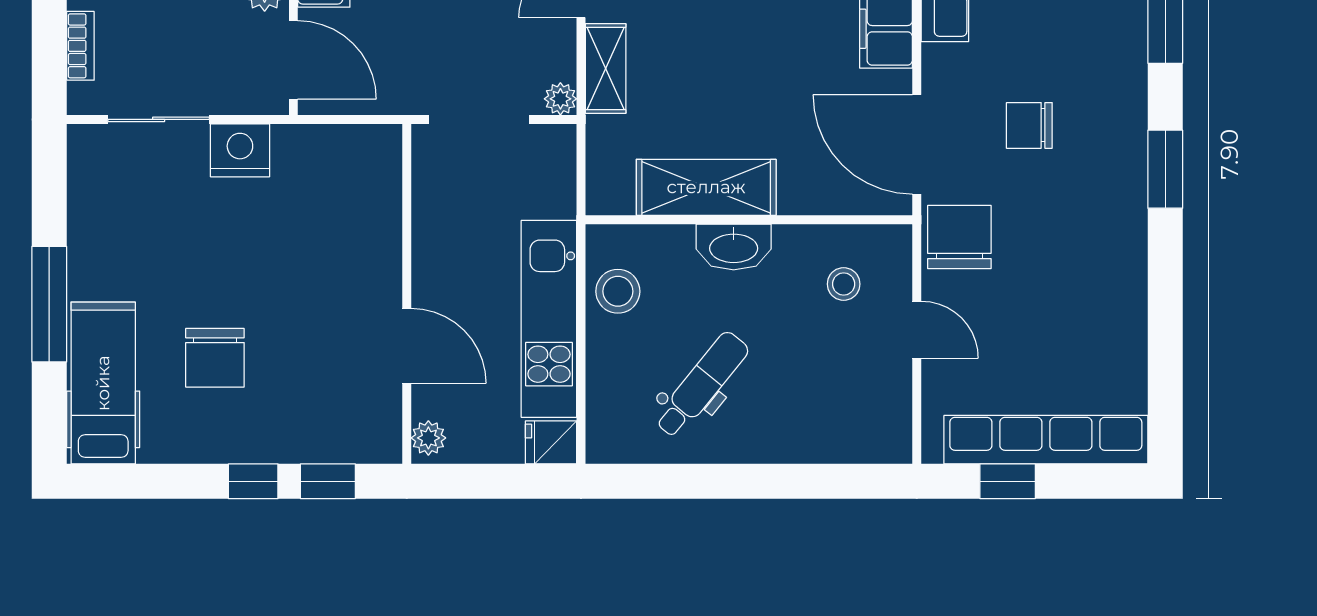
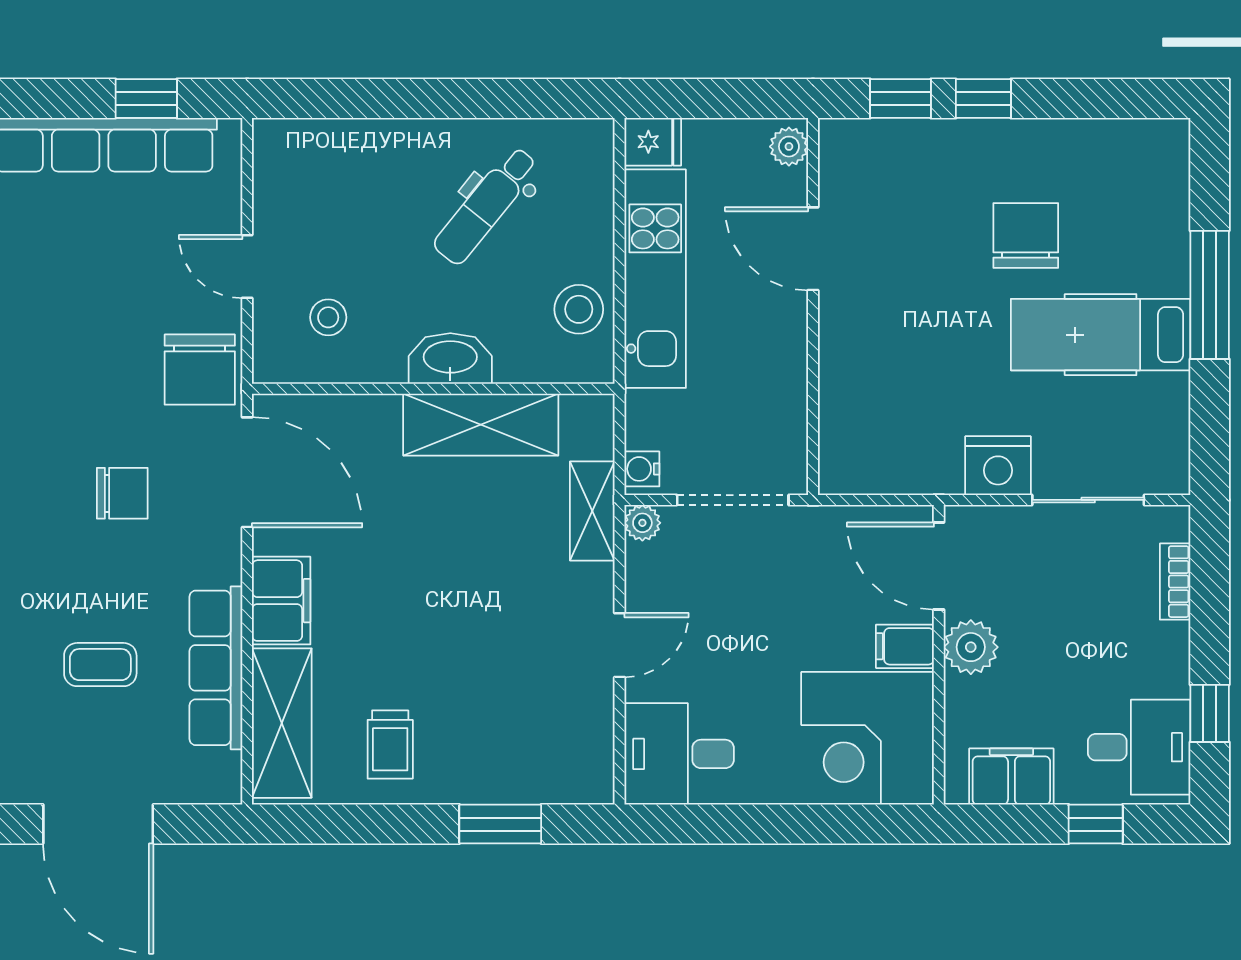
shelving: (606, 69) -> (592, 511), moved
water cooler: (561, 147) -> (642, 469), added
hospital bed: (103, 383) -> (1101, 335), moved, turned 90

